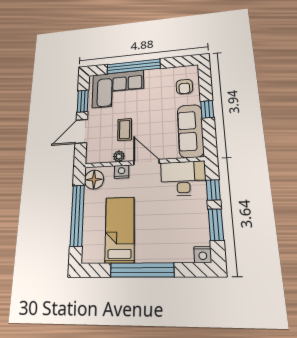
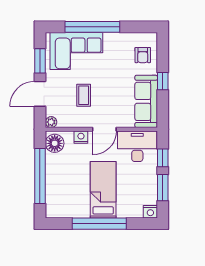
plant: (119, 156) -> (51, 122), moved
door: (146, 162) -> (104, 129), swing flipped
bed: (120, 230) -> (103, 190), moved

